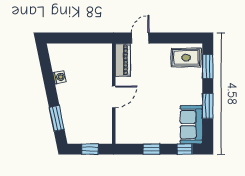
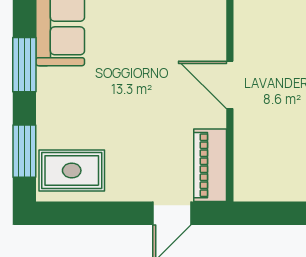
door: (114, 97) -> (230, 85), hinge flipped

